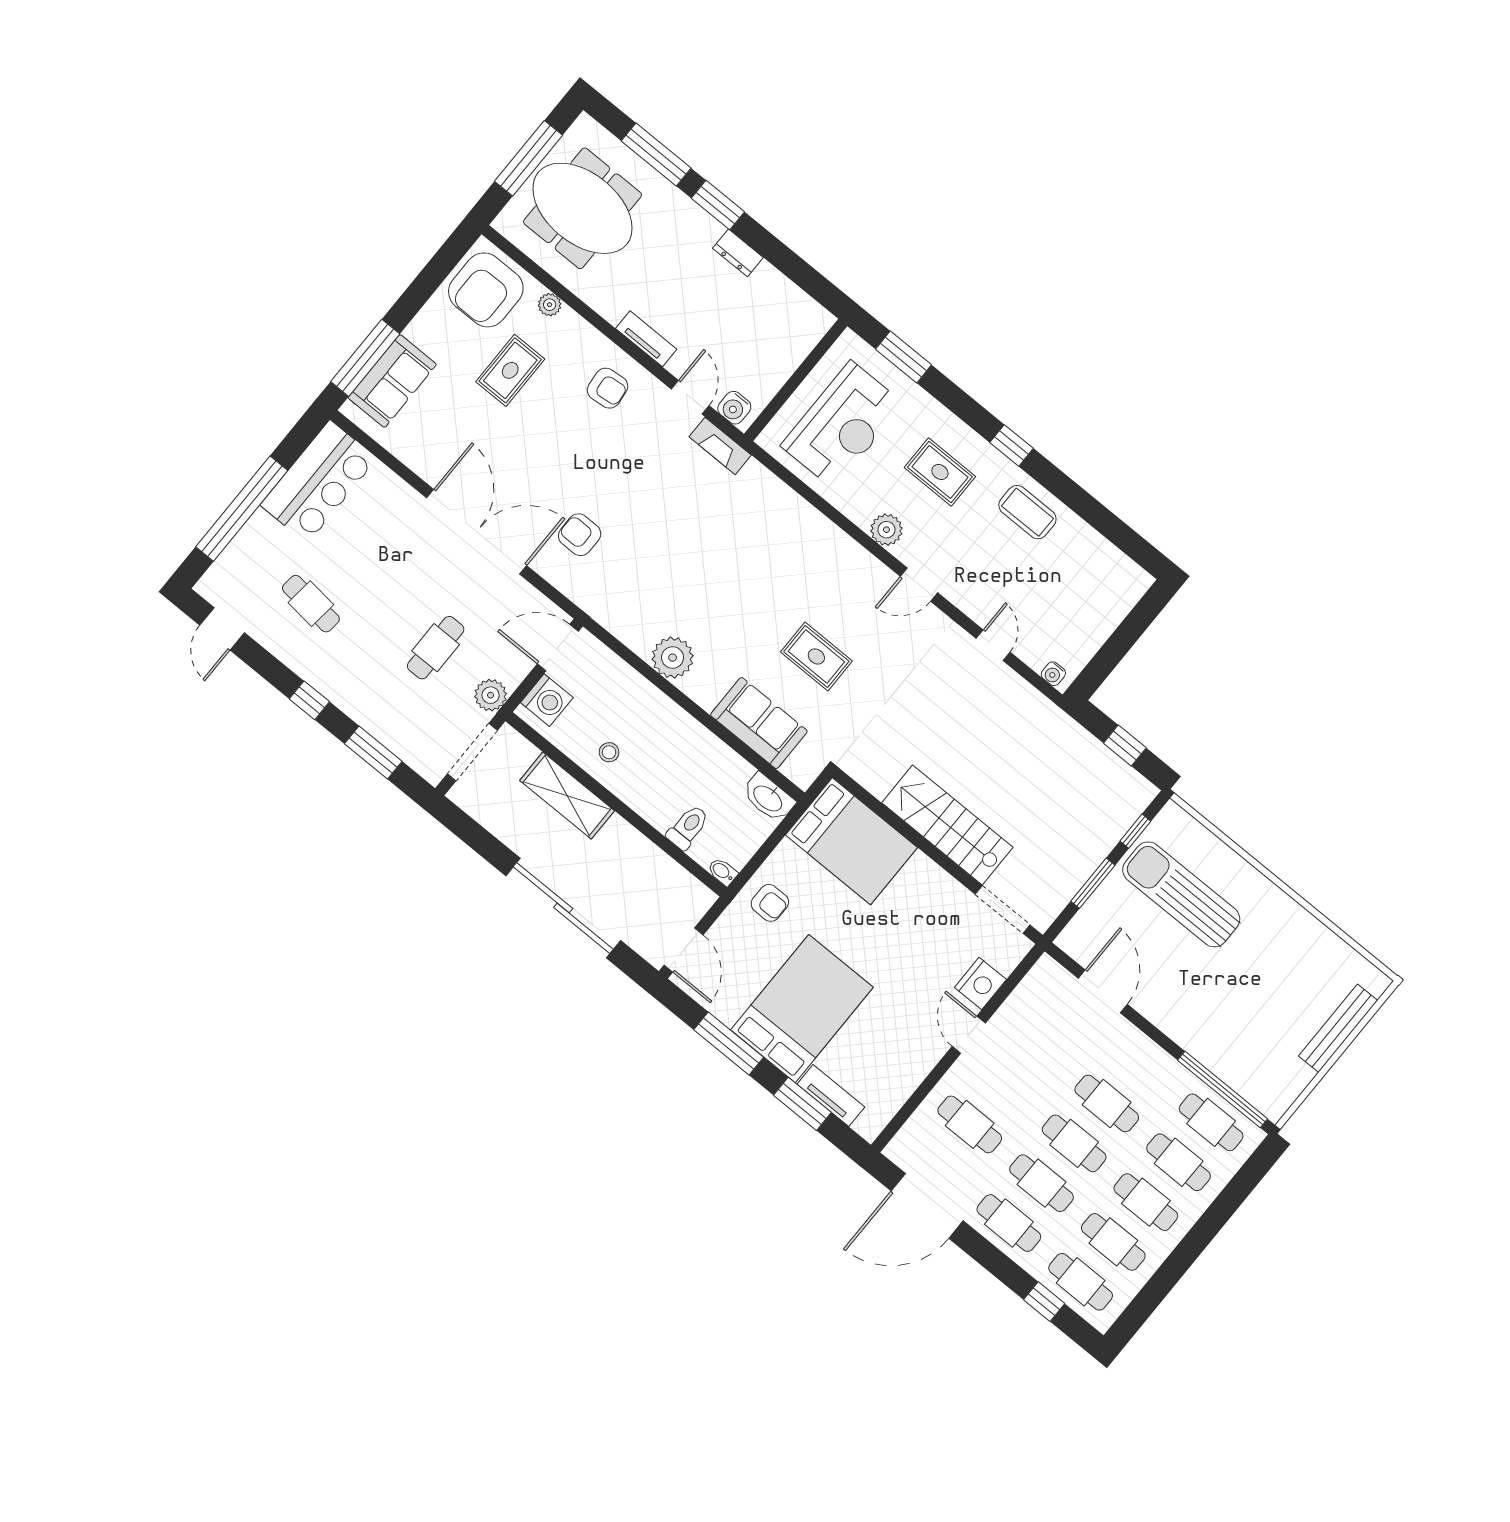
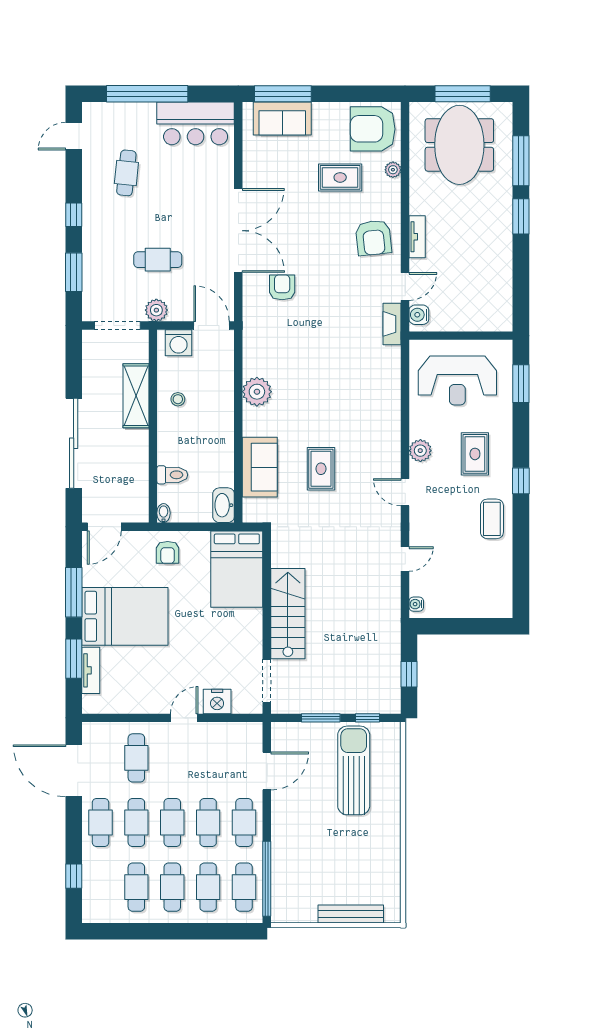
dresser: (738, 253) -> (504, 248), removed
armchair: (608, 388) -> (373, 238), width x1.38, depth x1.38
cafe table: (1081, 1282) -> (244, 823), moved

